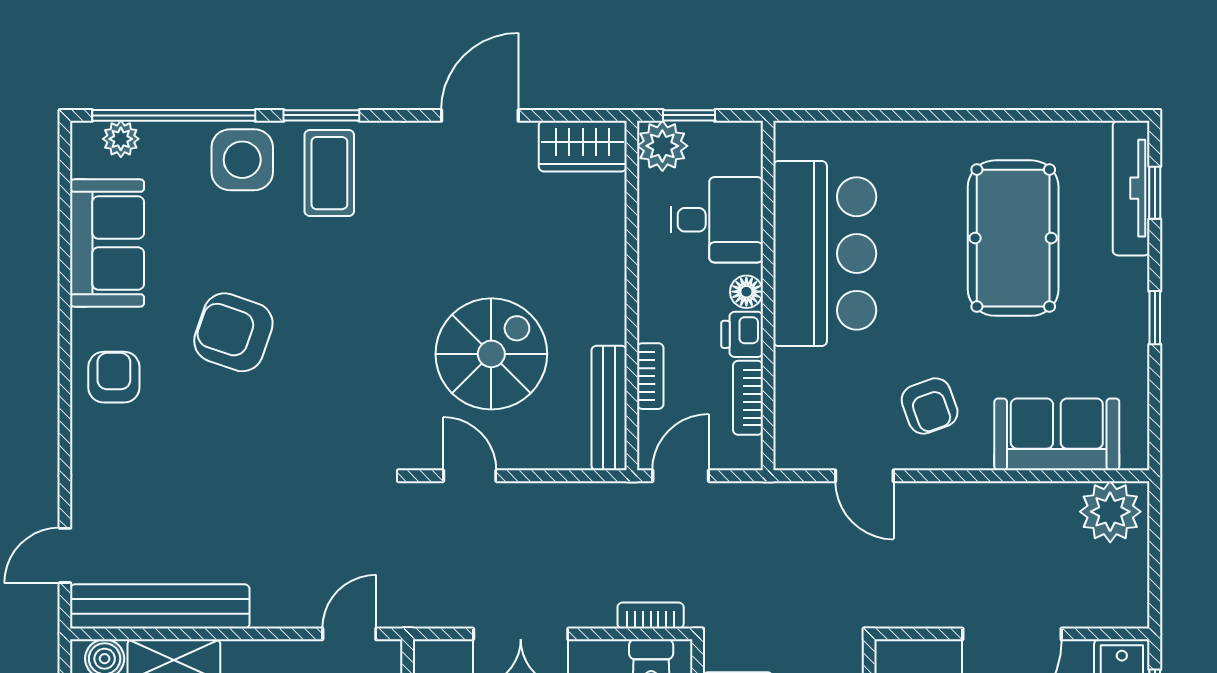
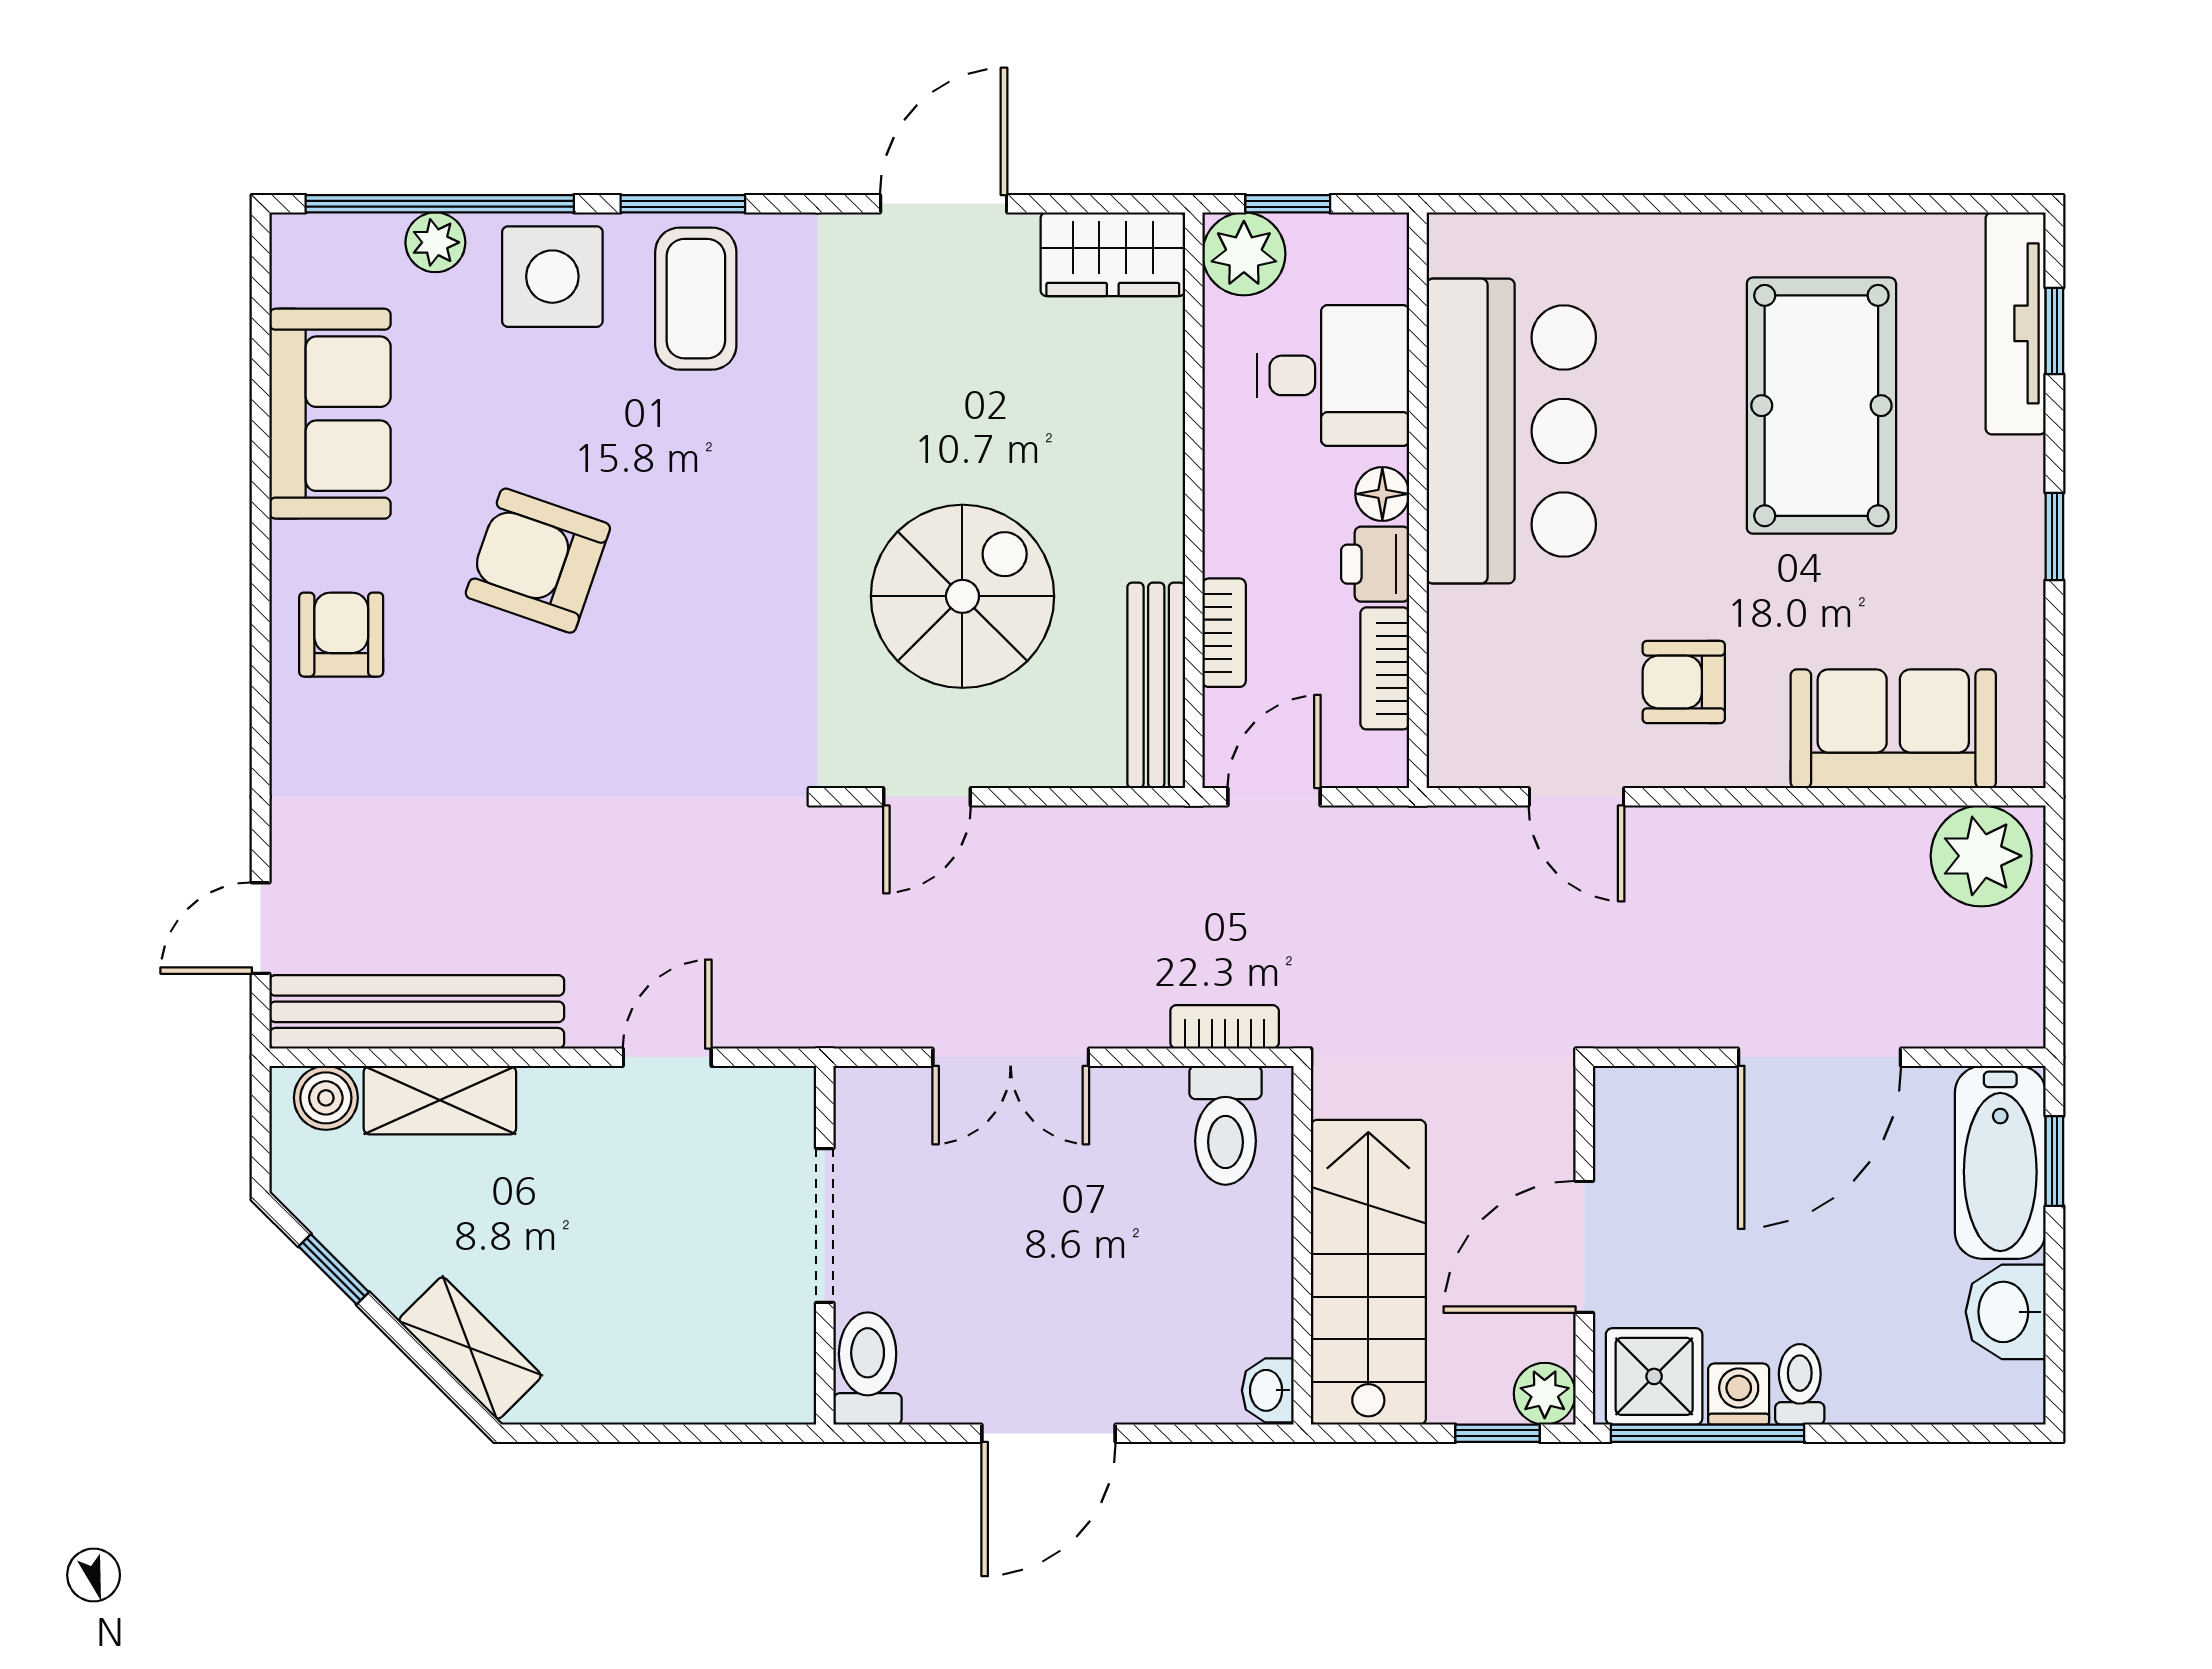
plant: (121, 139) -> (435, 242), moved
armchair: (930, 406) -> (1684, 682), turned 110
door: (470, 476) -> (927, 797), swing flipped
door: (349, 634) -> (667, 1057), moved

